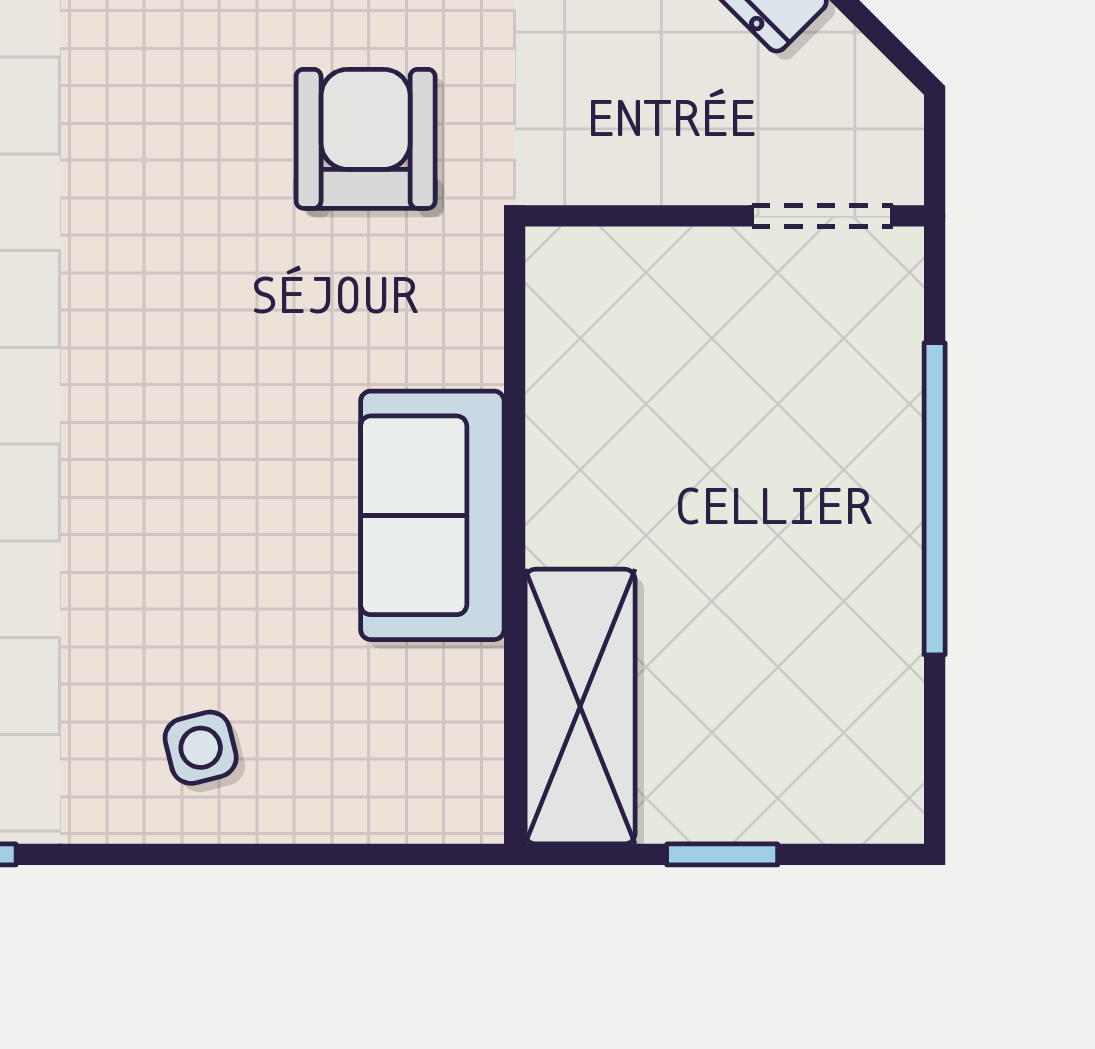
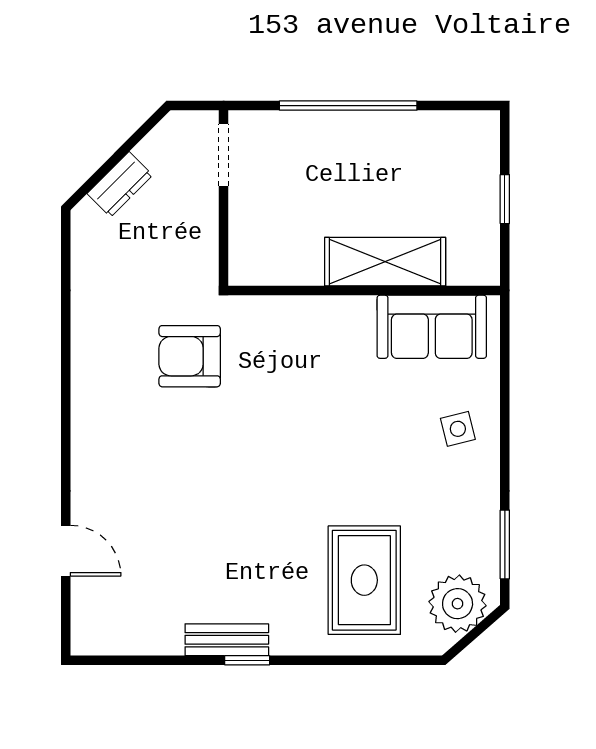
sofa: (432, 515) -> (432, 327), moved
shelving: (580, 707) -> (385, 262), moved

